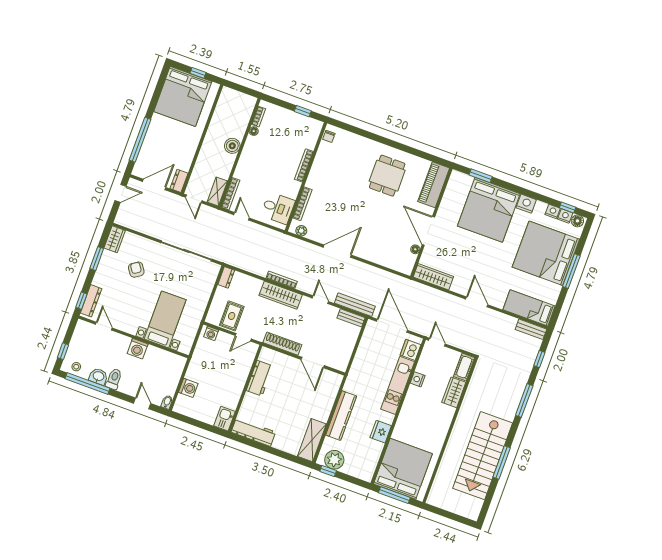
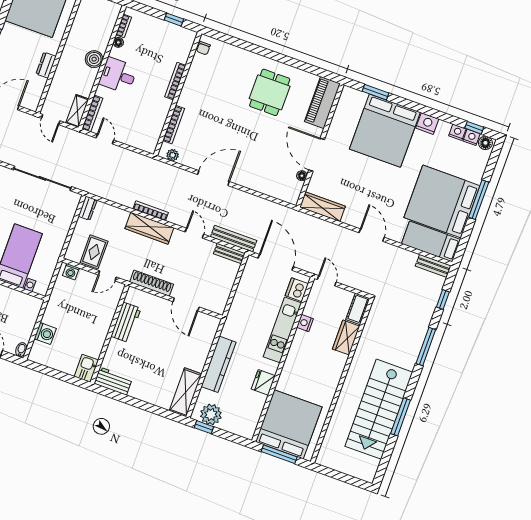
dresser: (179, 181) -> (46, 65), moved
desk: (278, 208) -> (118, 75), moved, turned 180
bed: (546, 253) -> (442, 202), moved
workbench: (253, 432) -> (113, 381), width x0.73

